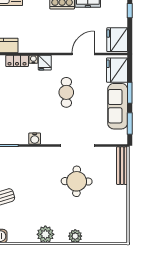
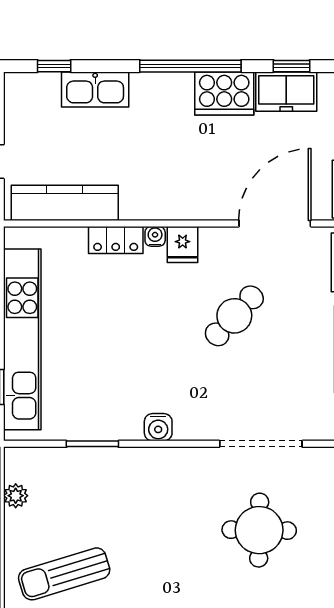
door: (83, 54) -> (275, 223), width x1.36
cafe table: (66, 92) -> (234, 316), turned 43

